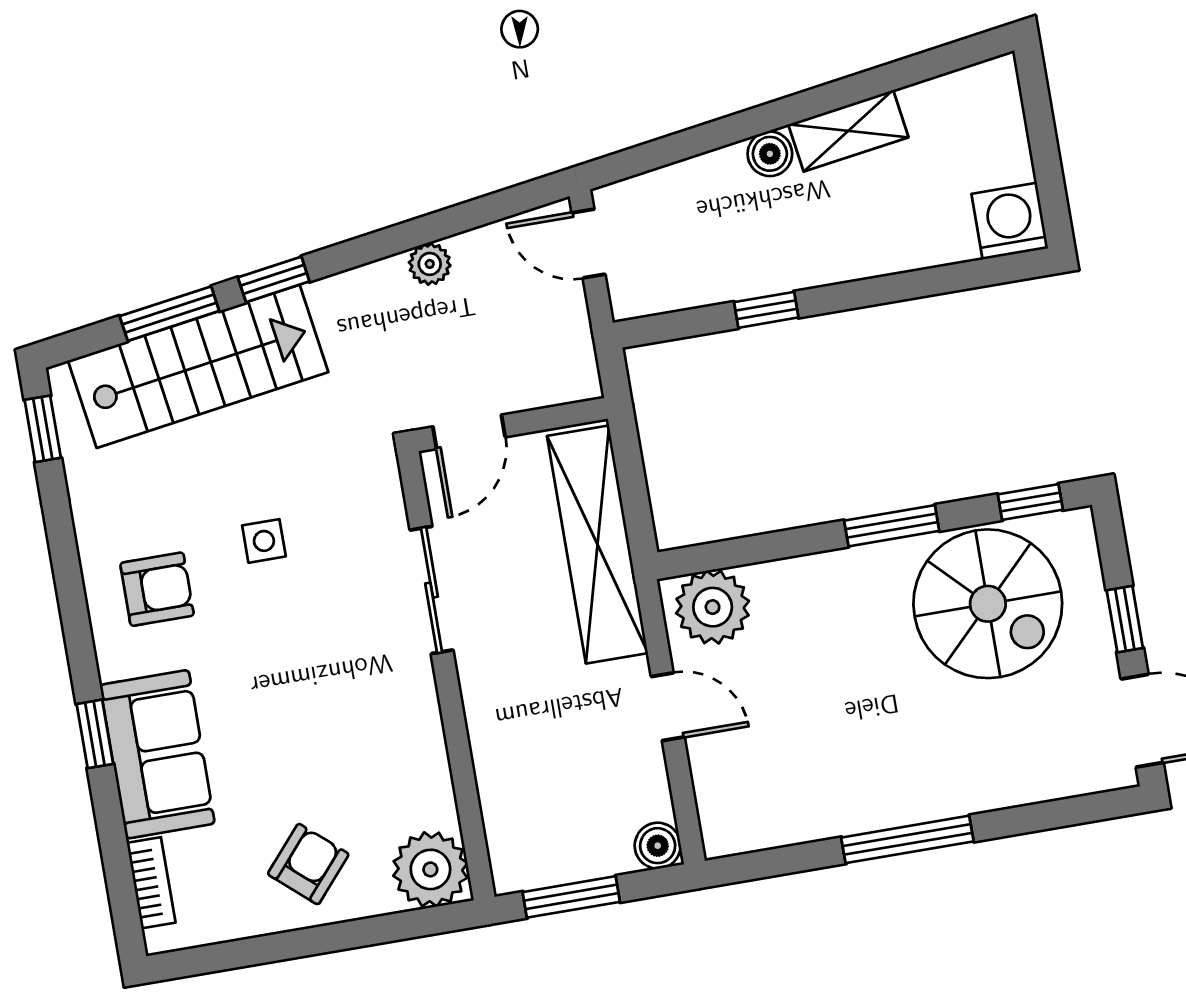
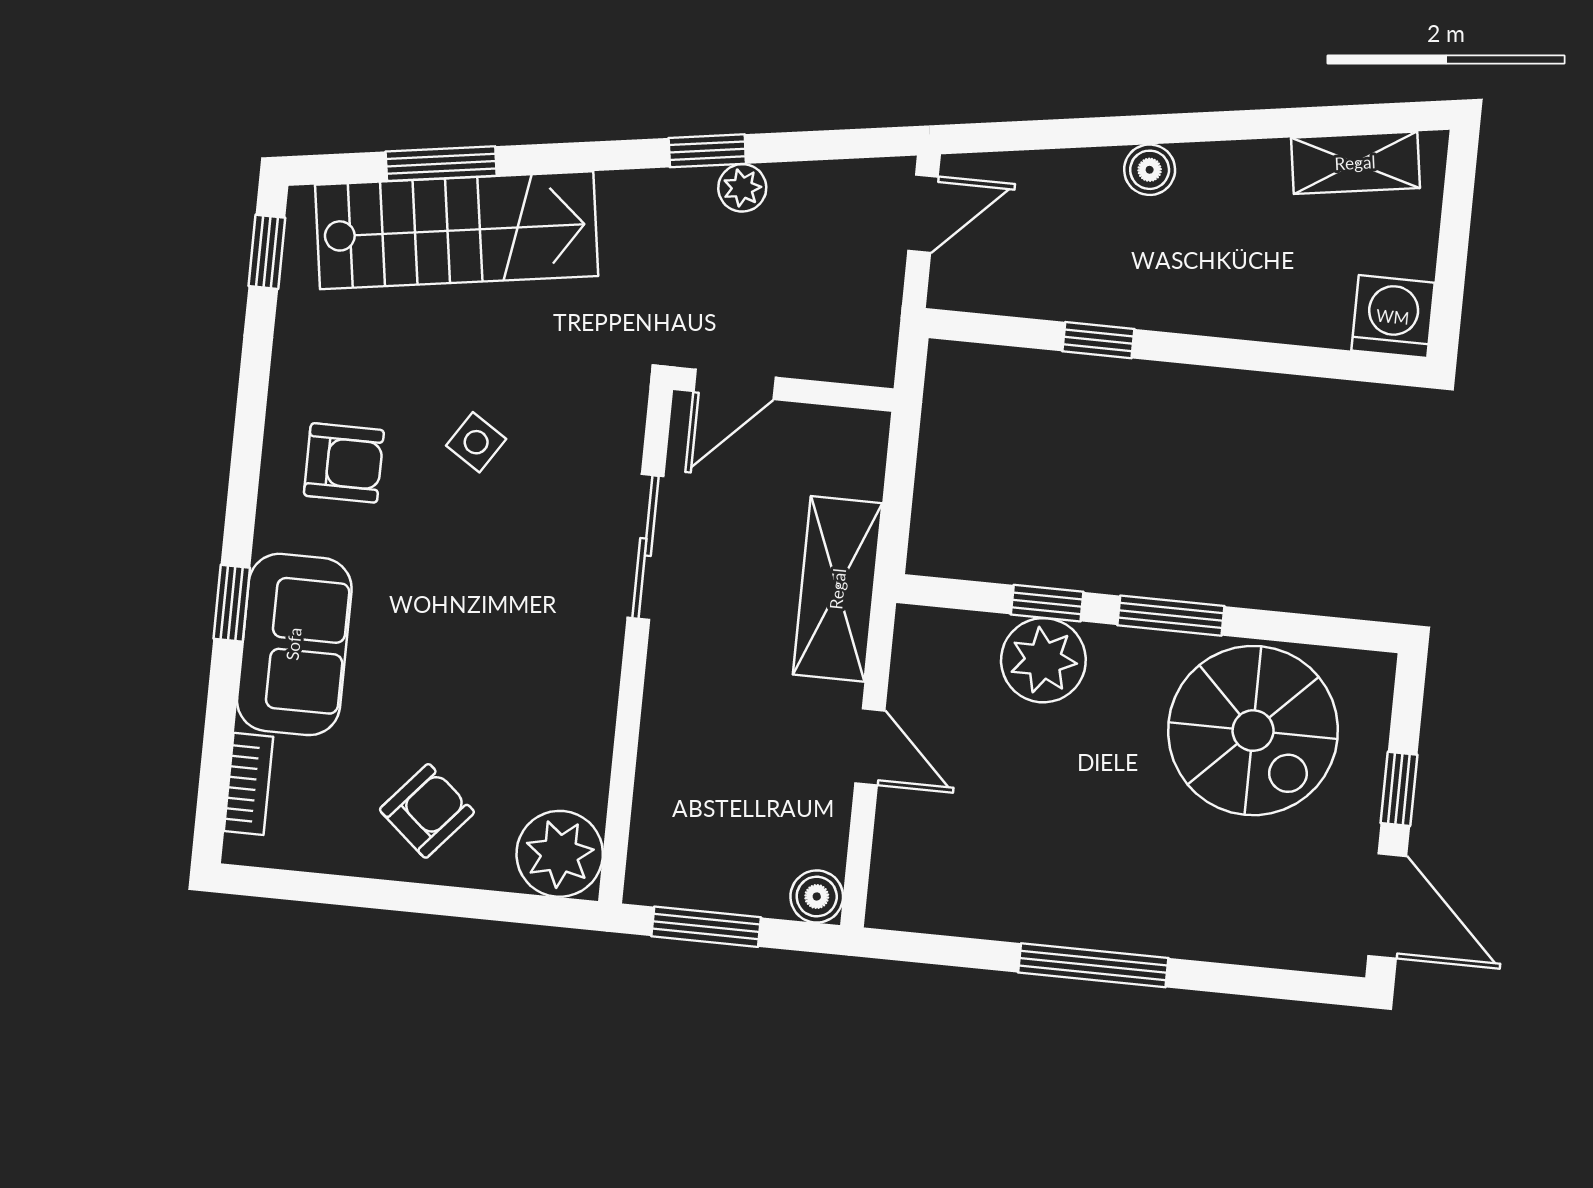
shelving: (848, 131) -> (1355, 163), moved
door: (589, 244) -> (923, 214), swing flipped
window: (274, 279) -> (707, 151), moved
window: (1030, 502) -> (1047, 603), moved
side table: (264, 541) -> (476, 442), turned 33
shelving: (598, 545) -> (838, 589), width x0.68
plant: (713, 607) -> (1043, 660), moved

